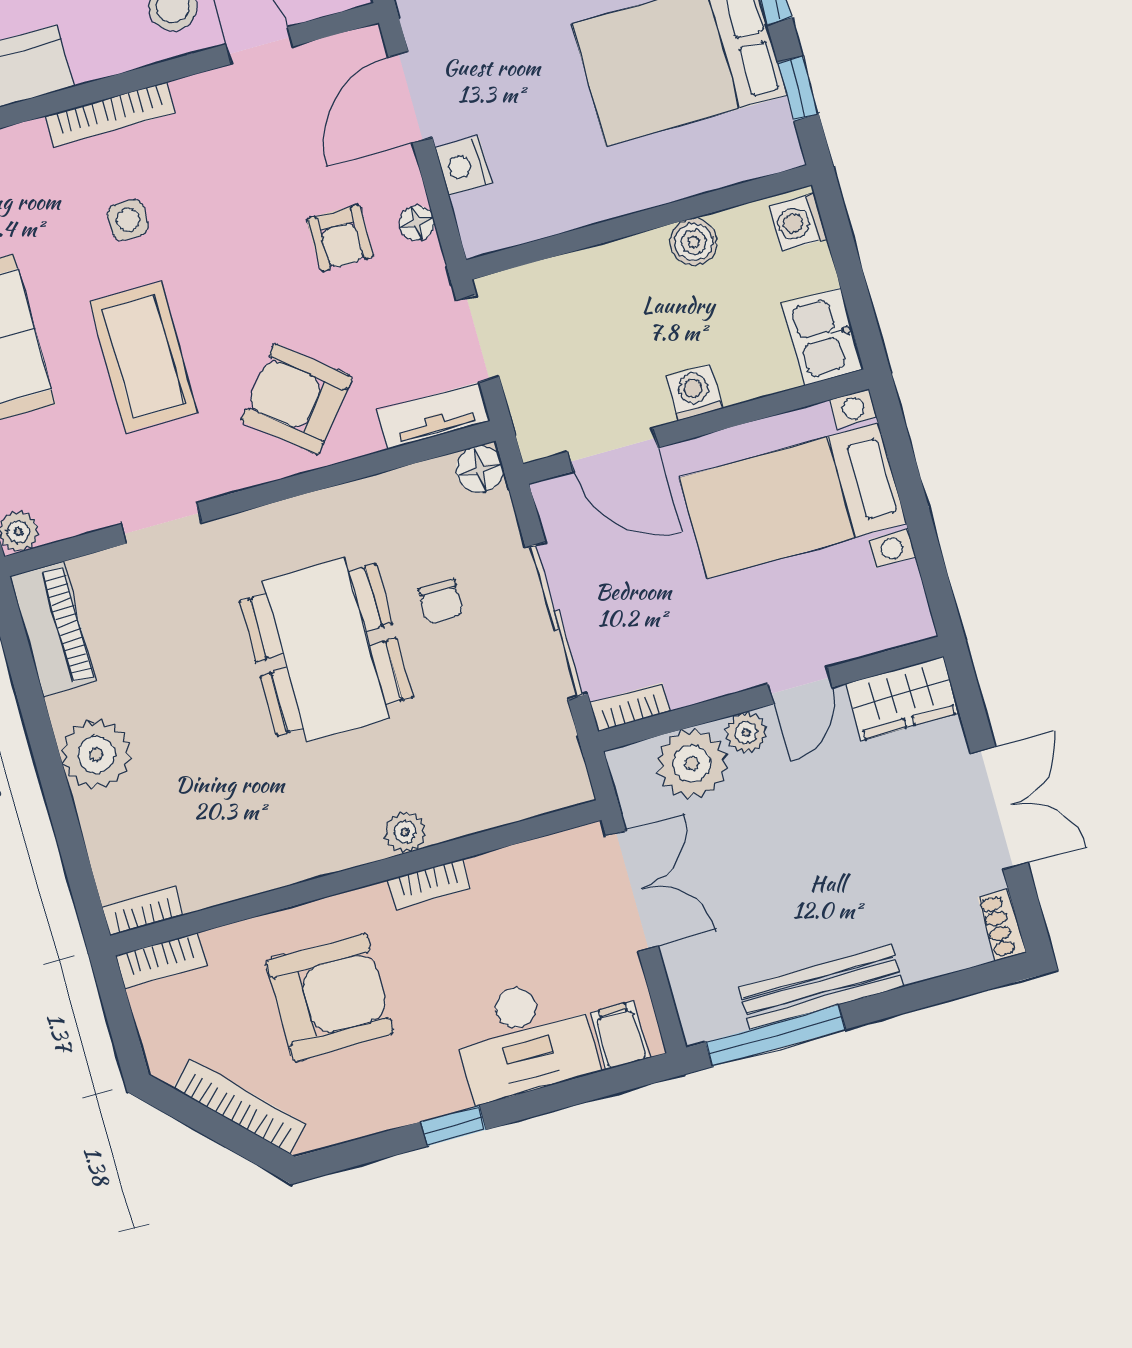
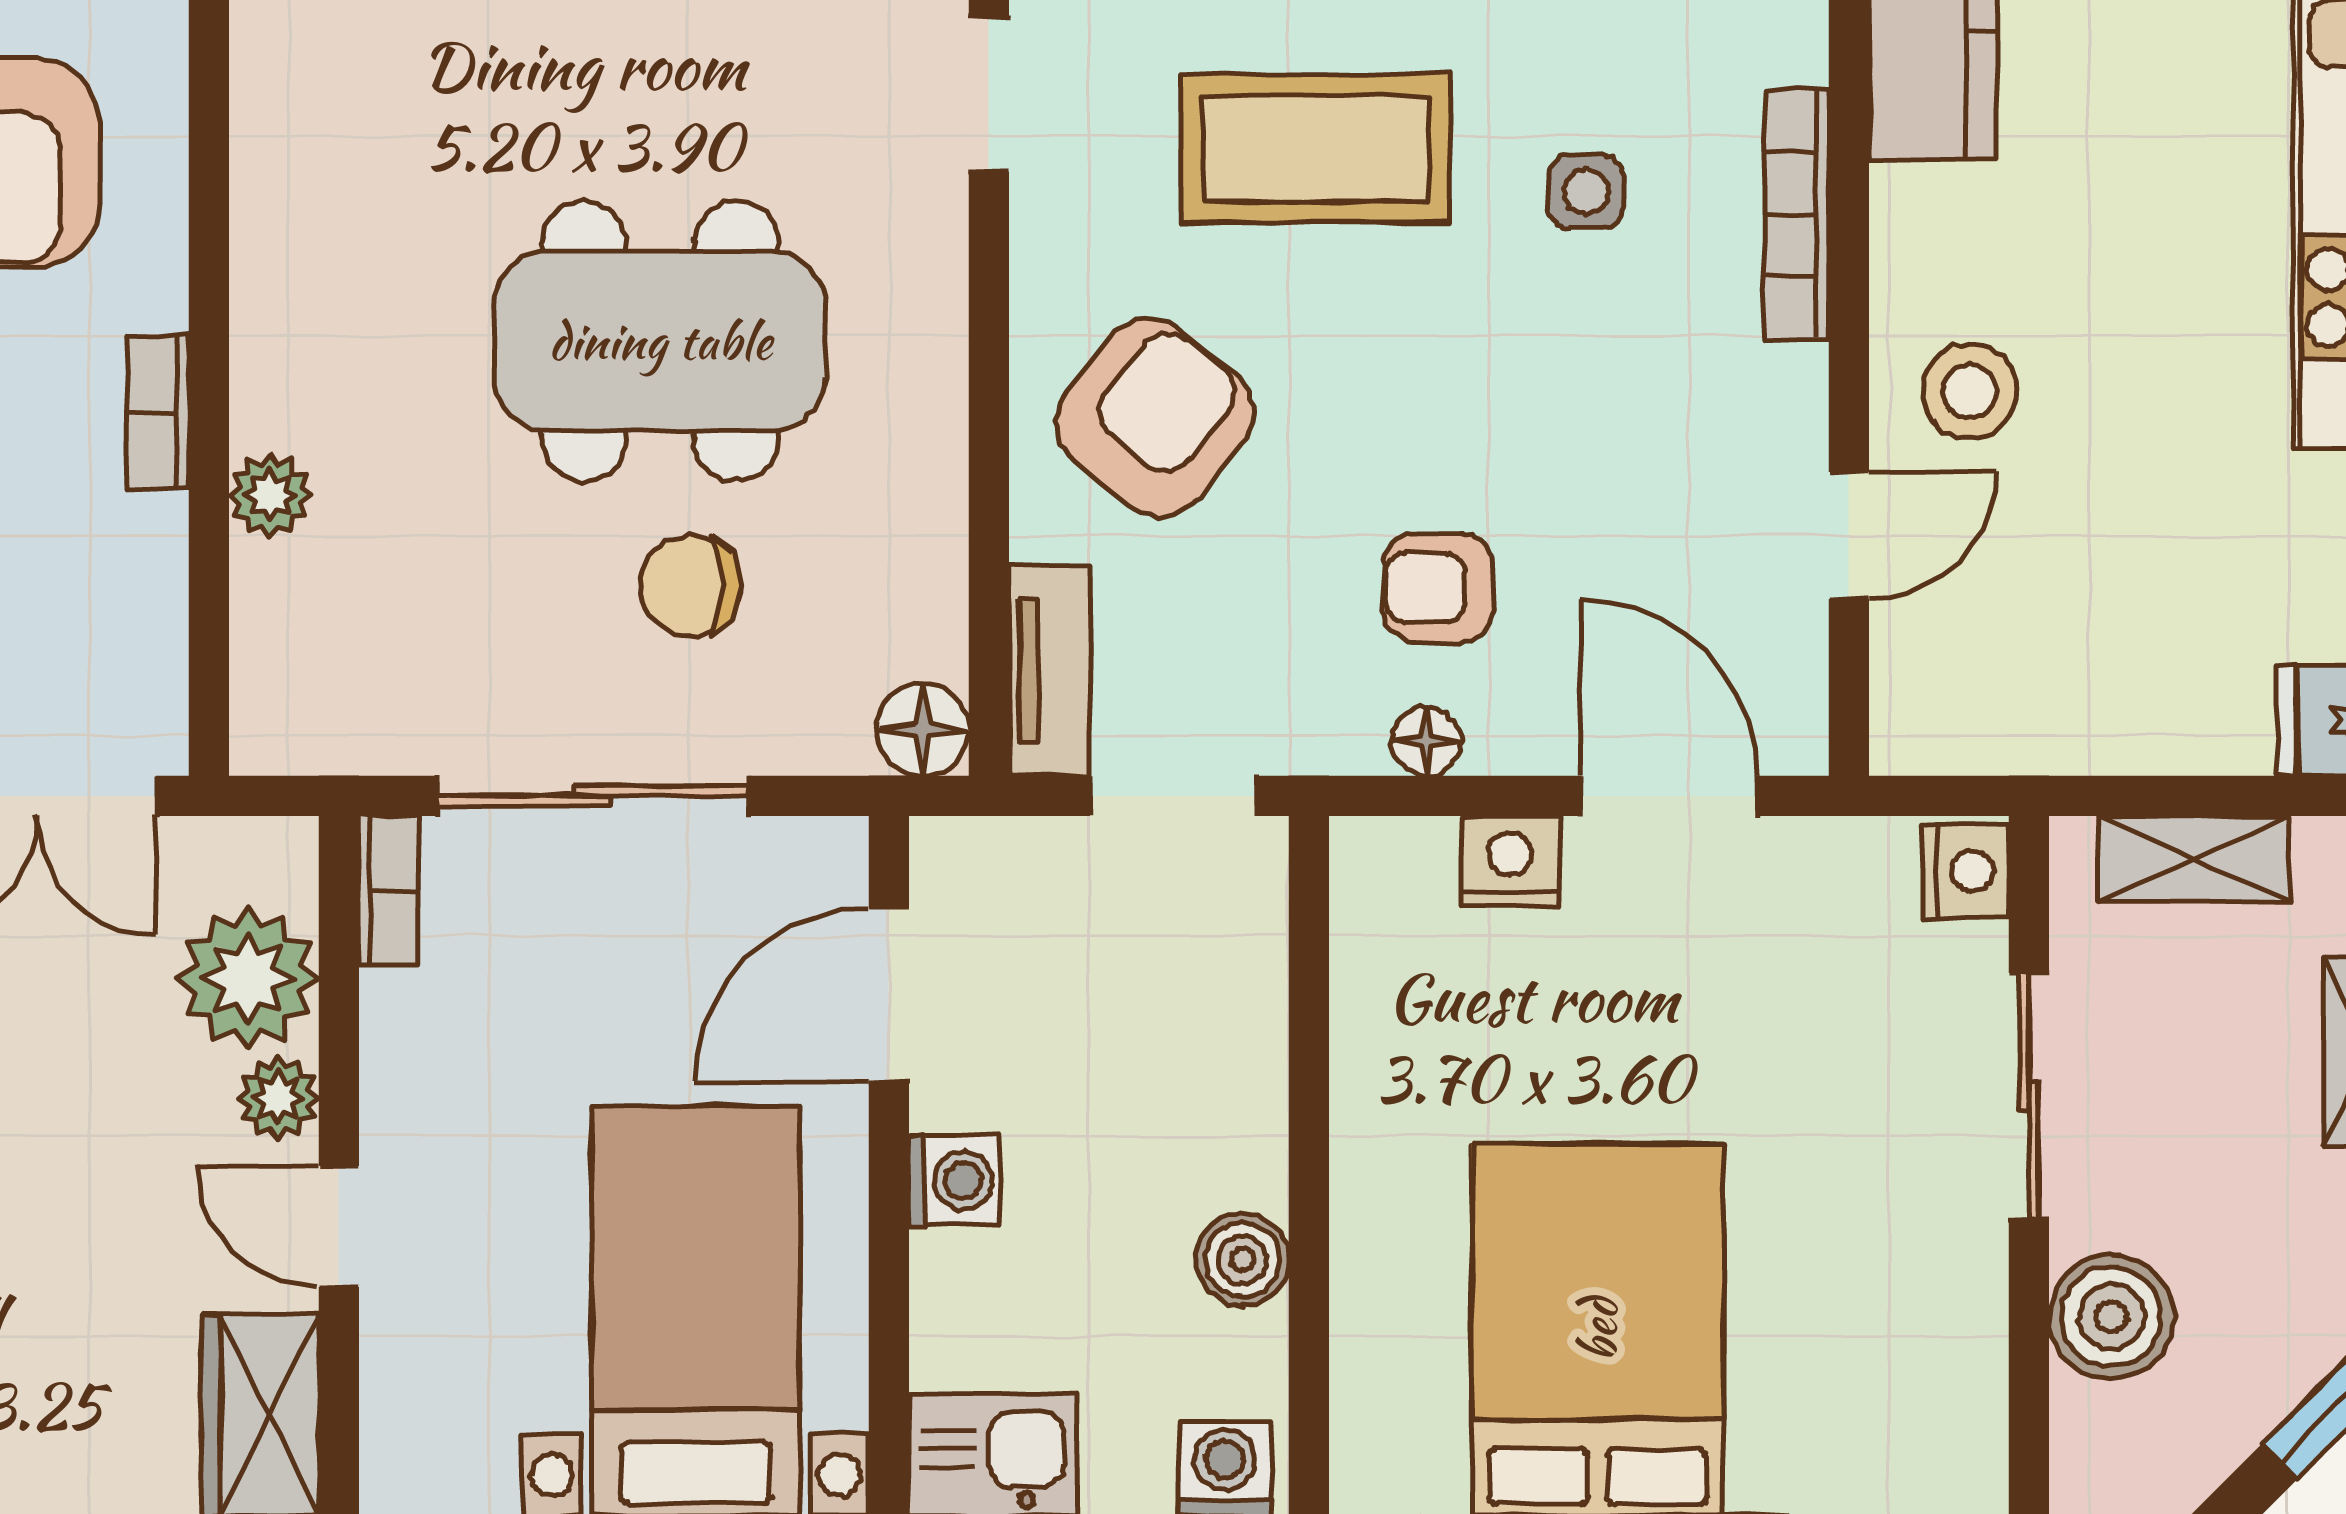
chair: (441, 602) -> (691, 586), width x1.37, depth x1.37
plant: (405, 832) -> (270, 495), moved

